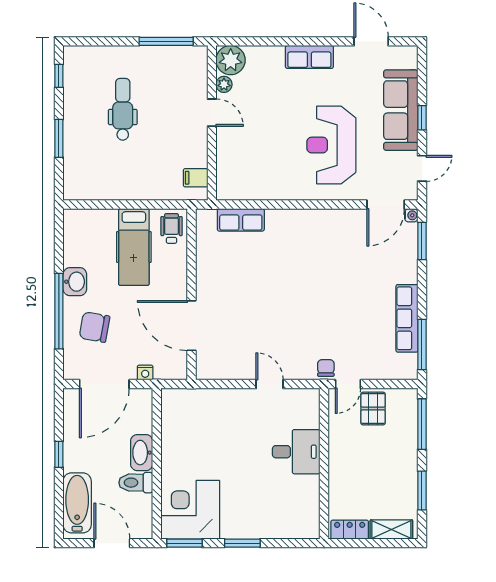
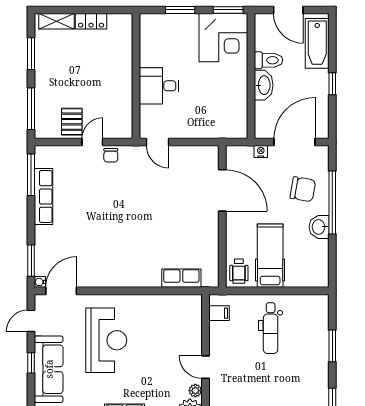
dental chair: (123, 109) -> (271, 328), moved
desk: (296, 452) -> (159, 86), moved
wall: (324, 464) -> (136, 76), moved

